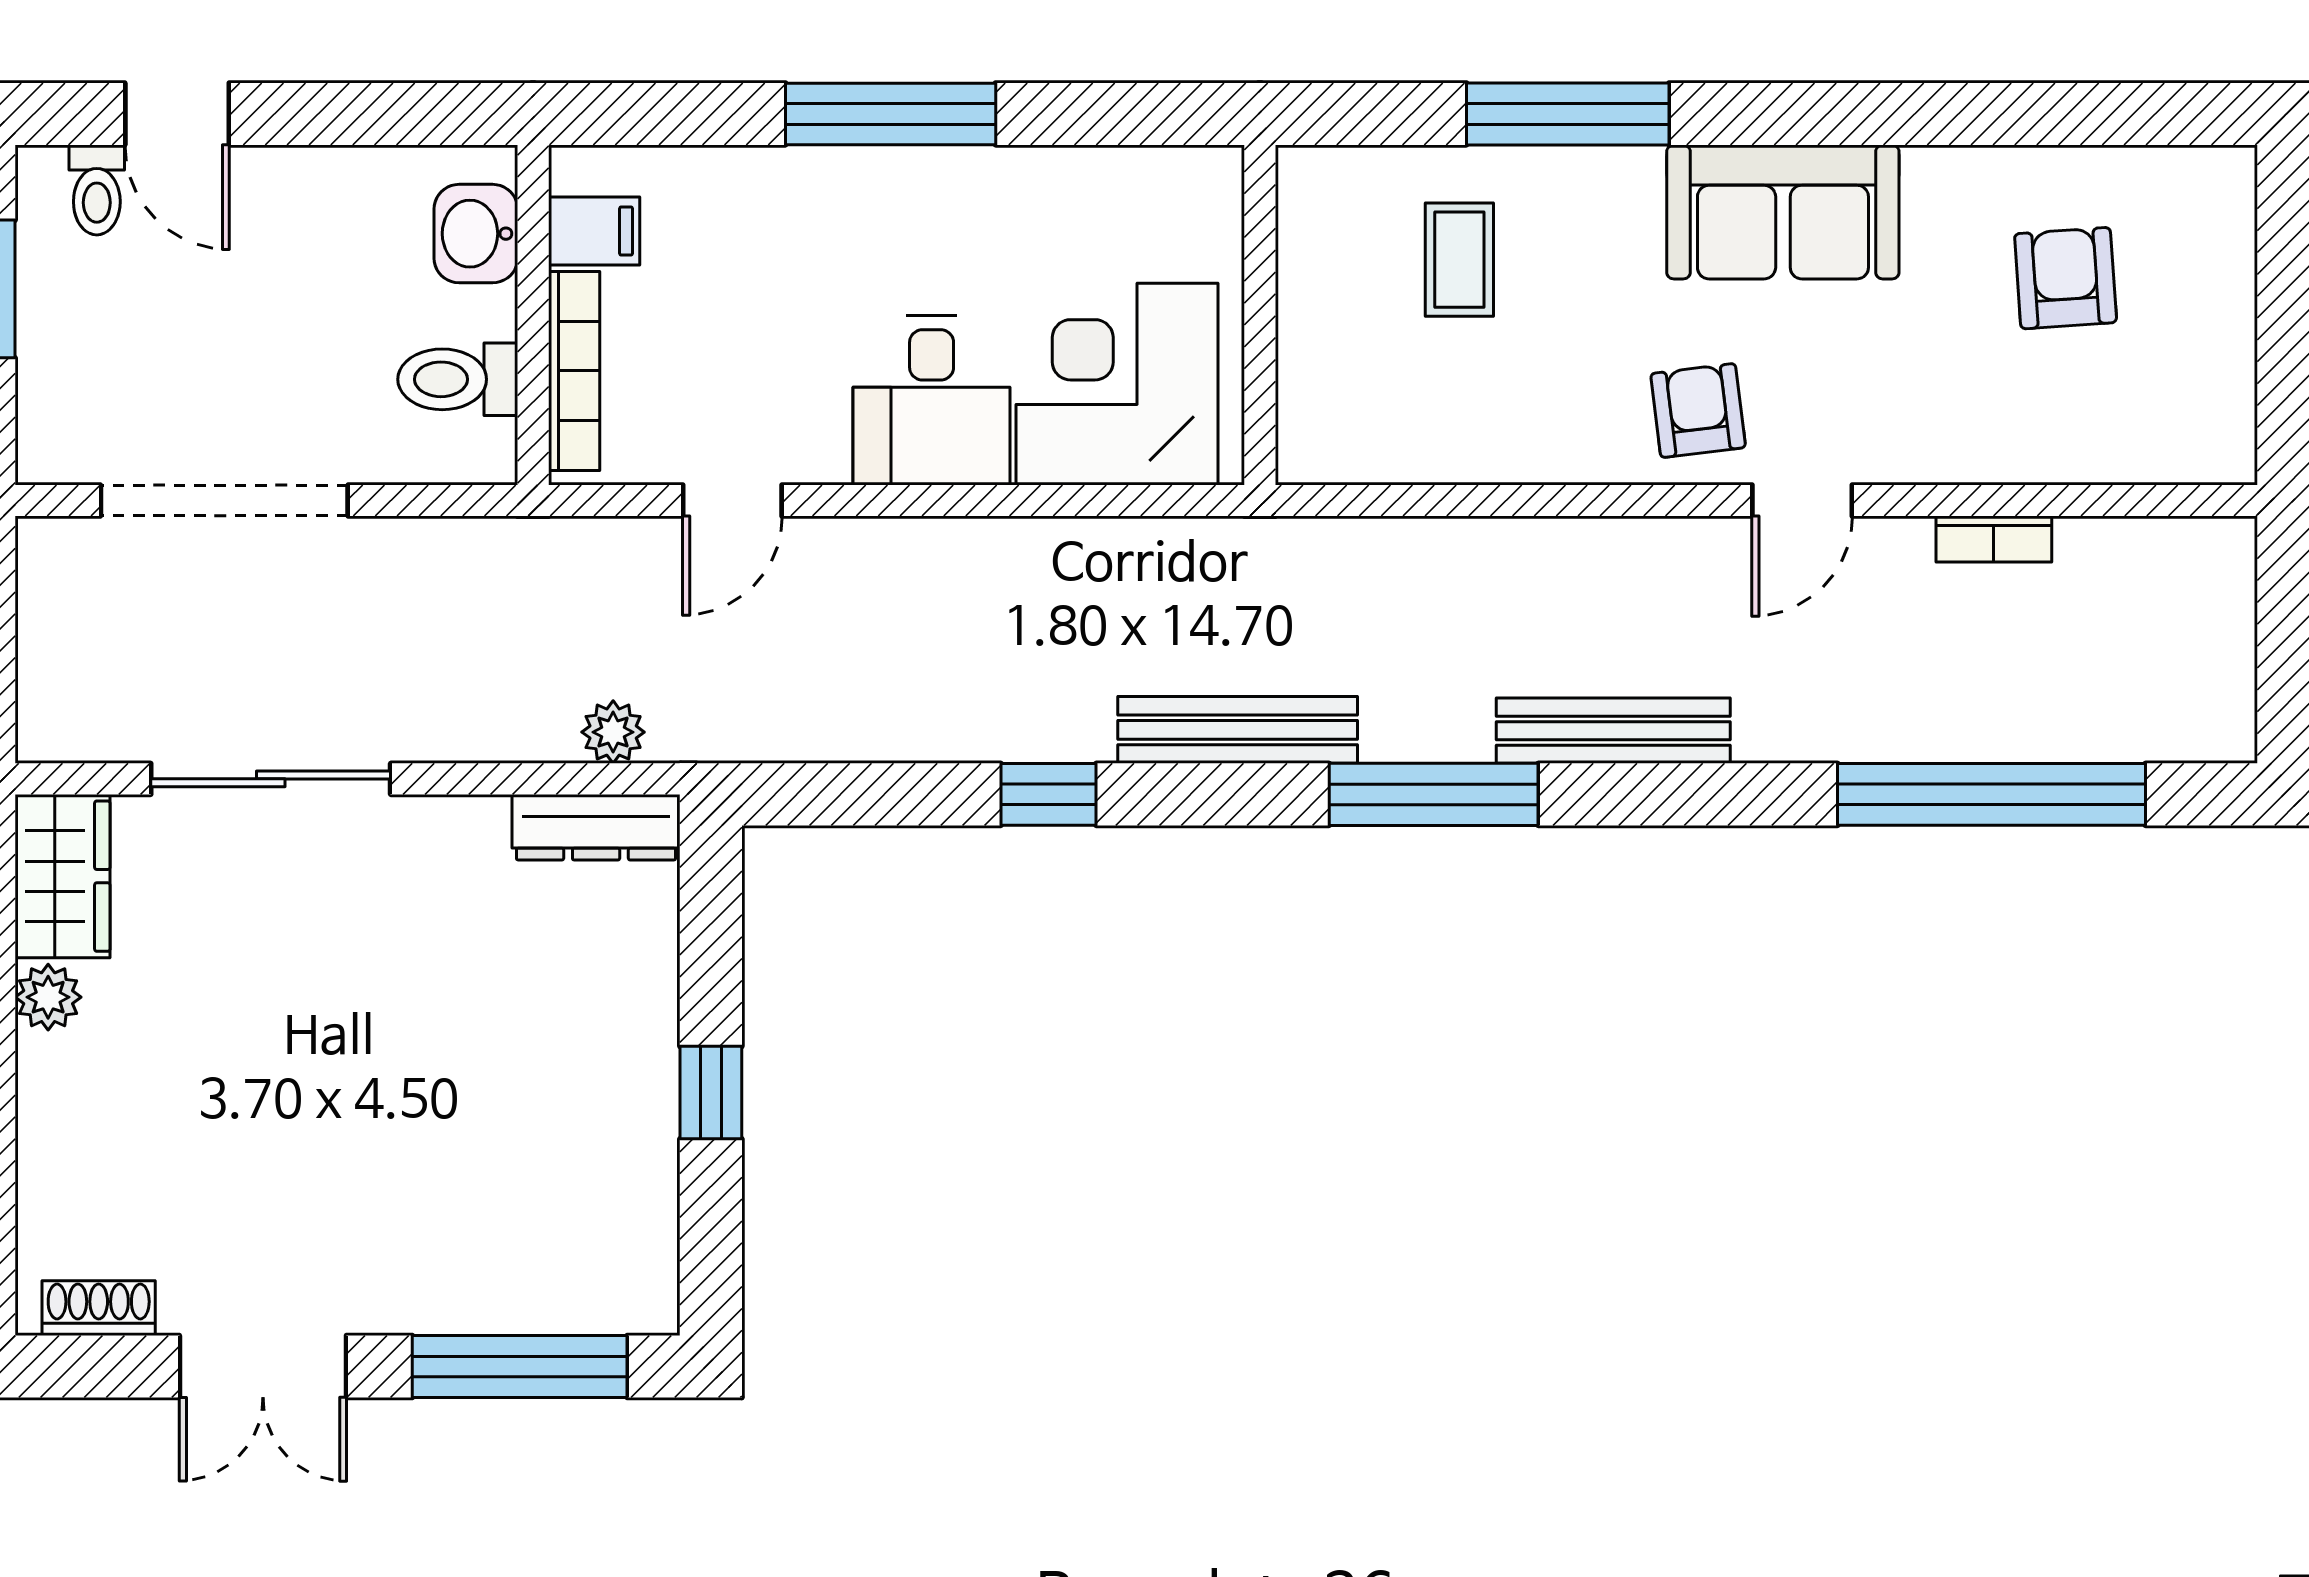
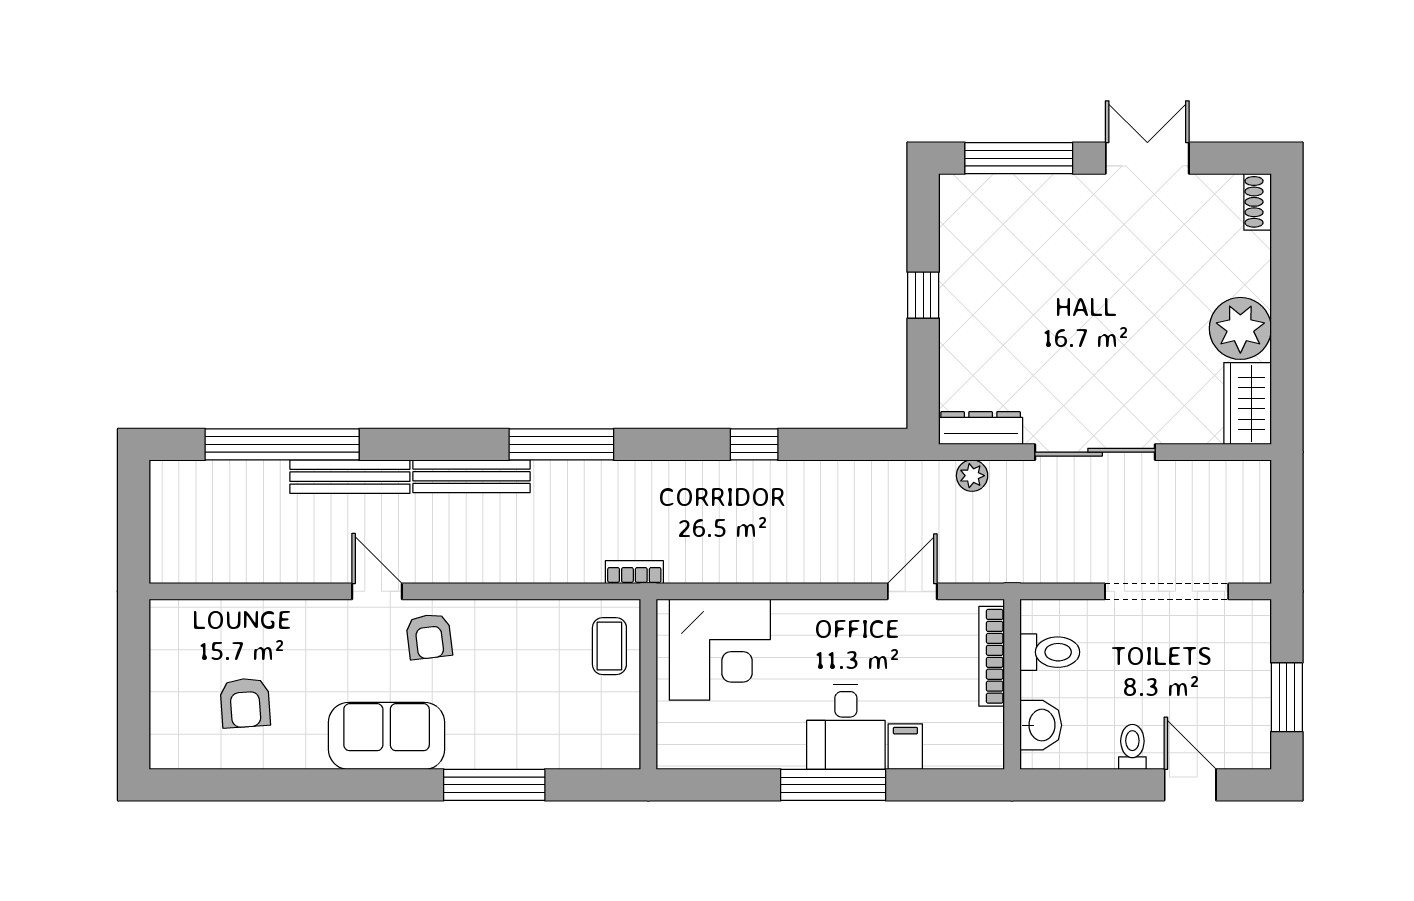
toilet: (97, 190) -> (1132, 747), moved
filing cabinet: (594, 231) -> (905, 747), moved, turned 90
coffee table: (1459, 260) -> (609, 646), moved
desk: (932, 401) -> (846, 727), moved, turned 180
door: (1802, 501) -> (377, 591), hinge flipped
bookcase: (1994, 539) -> (634, 572), moved
bench: (1238, 730) -> (350, 477), moved
sliding door: (271, 779) -> (1095, 452), moved
plant: (48, 997) -> (1240, 328), width x1.87, depth x1.87
shoe rack: (99, 1308) -> (1258, 202), moved, turned 90

